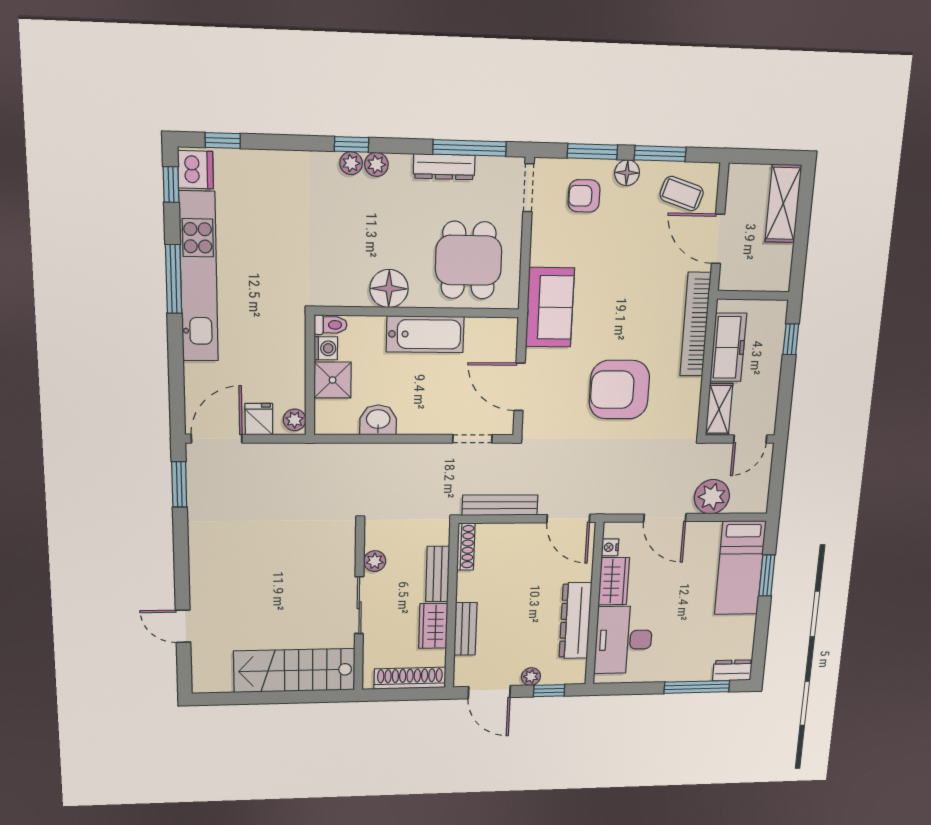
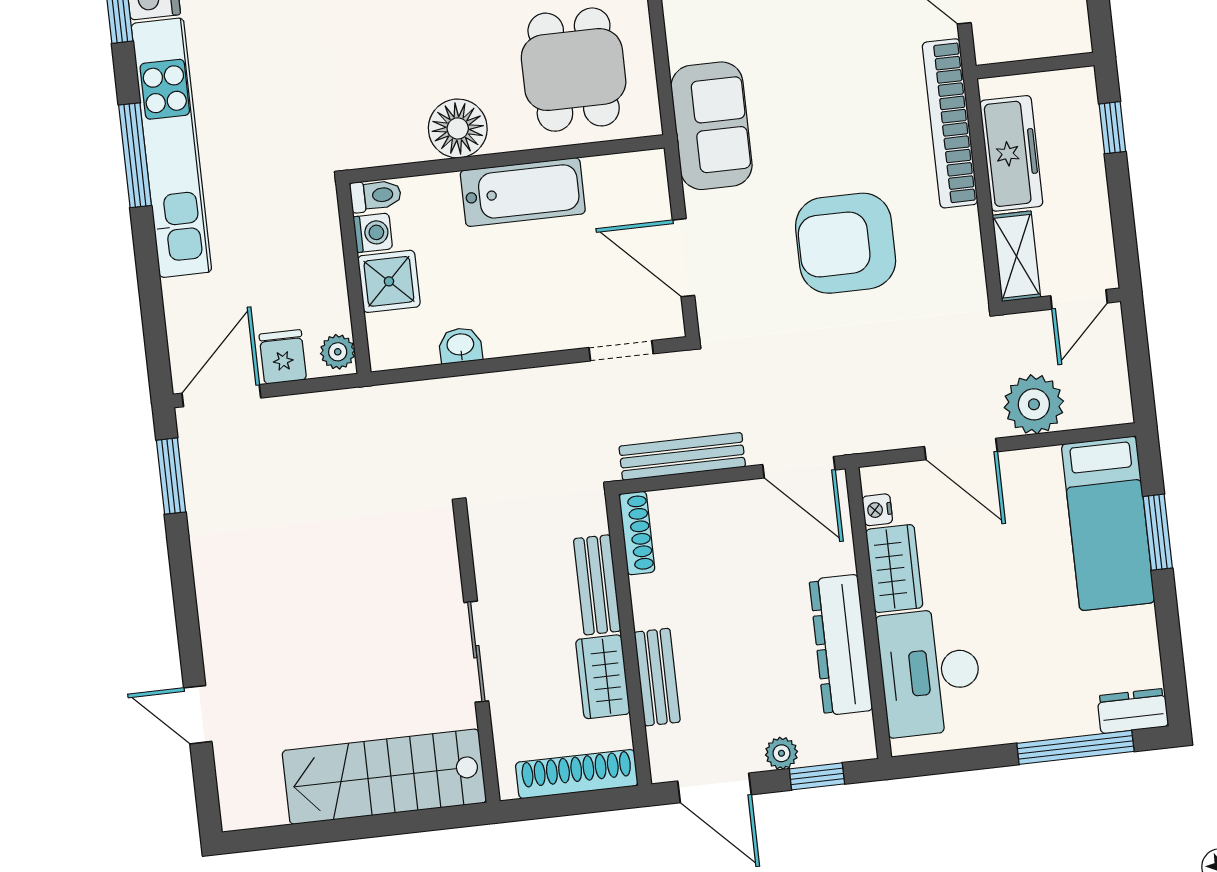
washbasin: (378, 420) -> (460, 345), width x0.72, depth x0.69
plant: (375, 561) -> (492, 573), removed

